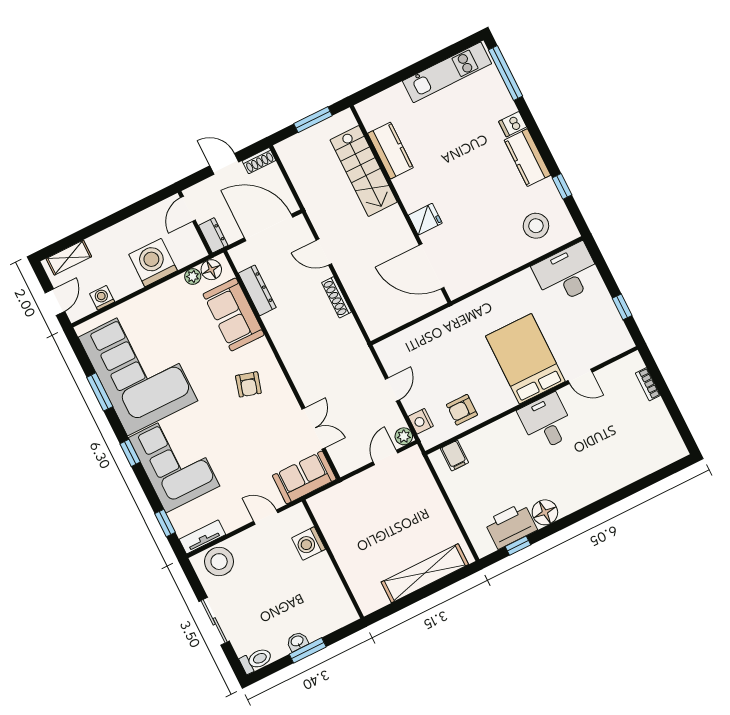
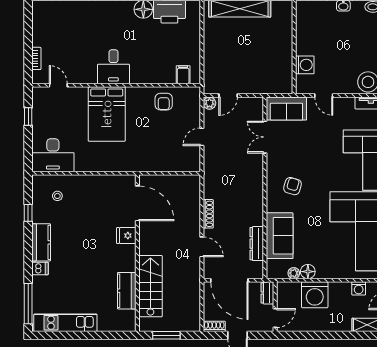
stool: (536, 226) -> (57, 196), width x0.53, depth x0.53
floor lamp: (211, 270) -> (308, 272), moved
door: (580, 376) -> (58, 85), moved
armchair: (462, 410) -> (164, 102), turned 90
nightstand: (421, 421) -> (194, 107), removed

